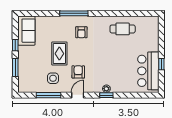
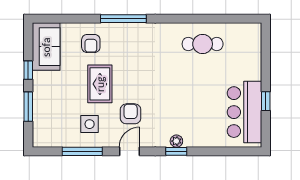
armchair: (81, 32) -> (91, 43), moved

